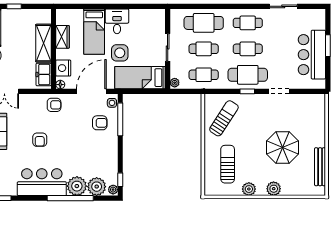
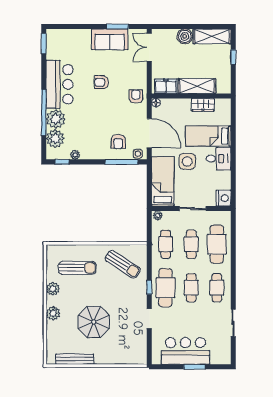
nightstand: (63, 68) -> (224, 198), moved, turned 90
armchair: (54, 105) -> (136, 96), turned 180
plant: (113, 190) -> (75, 155), moved

